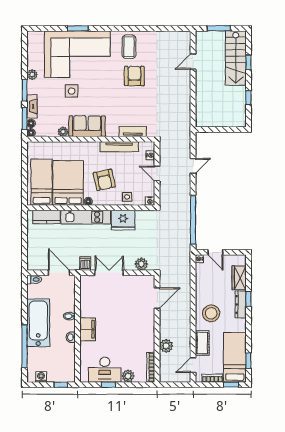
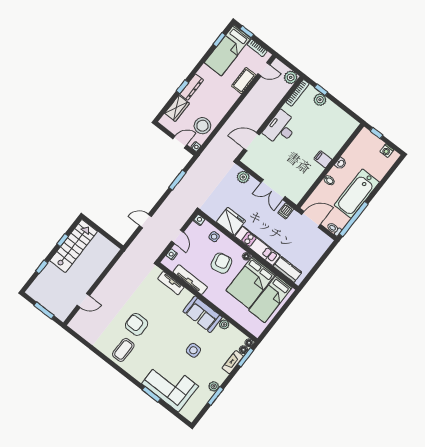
corner sofa: (77, 54) -> (170, 385), width x0.73, depth x0.74
stairs: (236, 58) -> (74, 246), moved
armchair: (134, 76) -> (137, 324), turned 90
window: (25, 90) -> (215, 396), moved
window: (193, 220) -> (177, 180), width x0.47
door: (215, 252) -> (180, 142), hinge flipped
door: (59, 273) -> (311, 219), swing flipped
stool: (211, 313) -> (202, 126), moved
filing cabinet: (88, 329) -> (323, 159), width x0.50
window: (25, 346) -> (354, 219), moved
plant: (166, 346) -> (291, 77), moved
desk: (105, 370) -> (281, 128), moved, turned -90
window: (108, 385) -> (321, 90), moved

